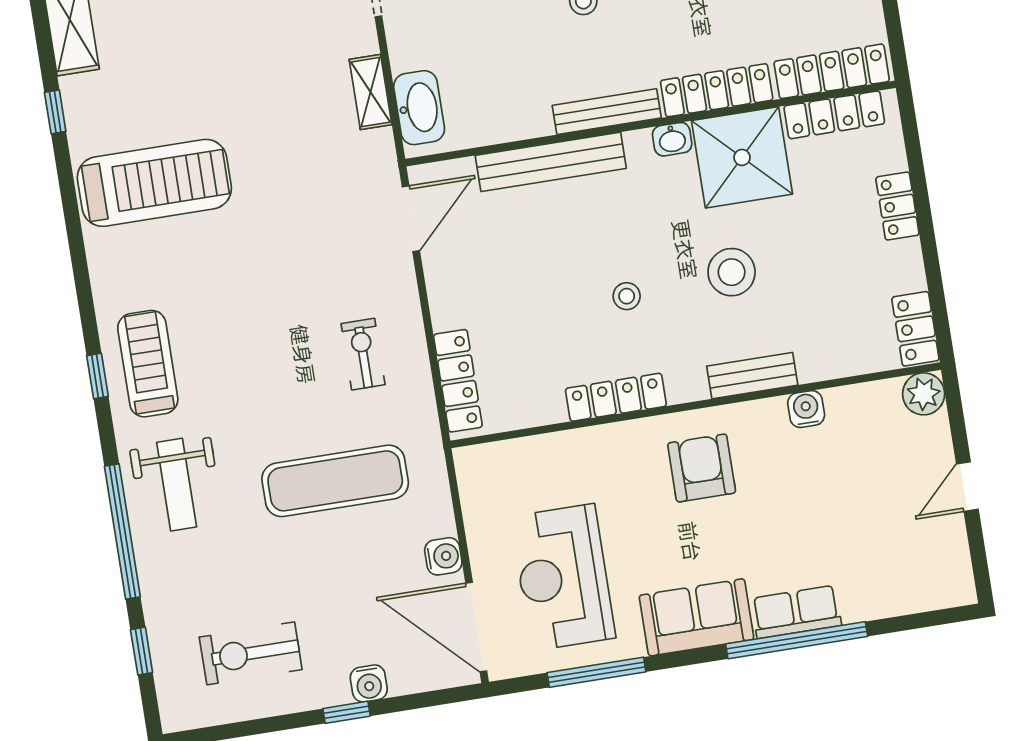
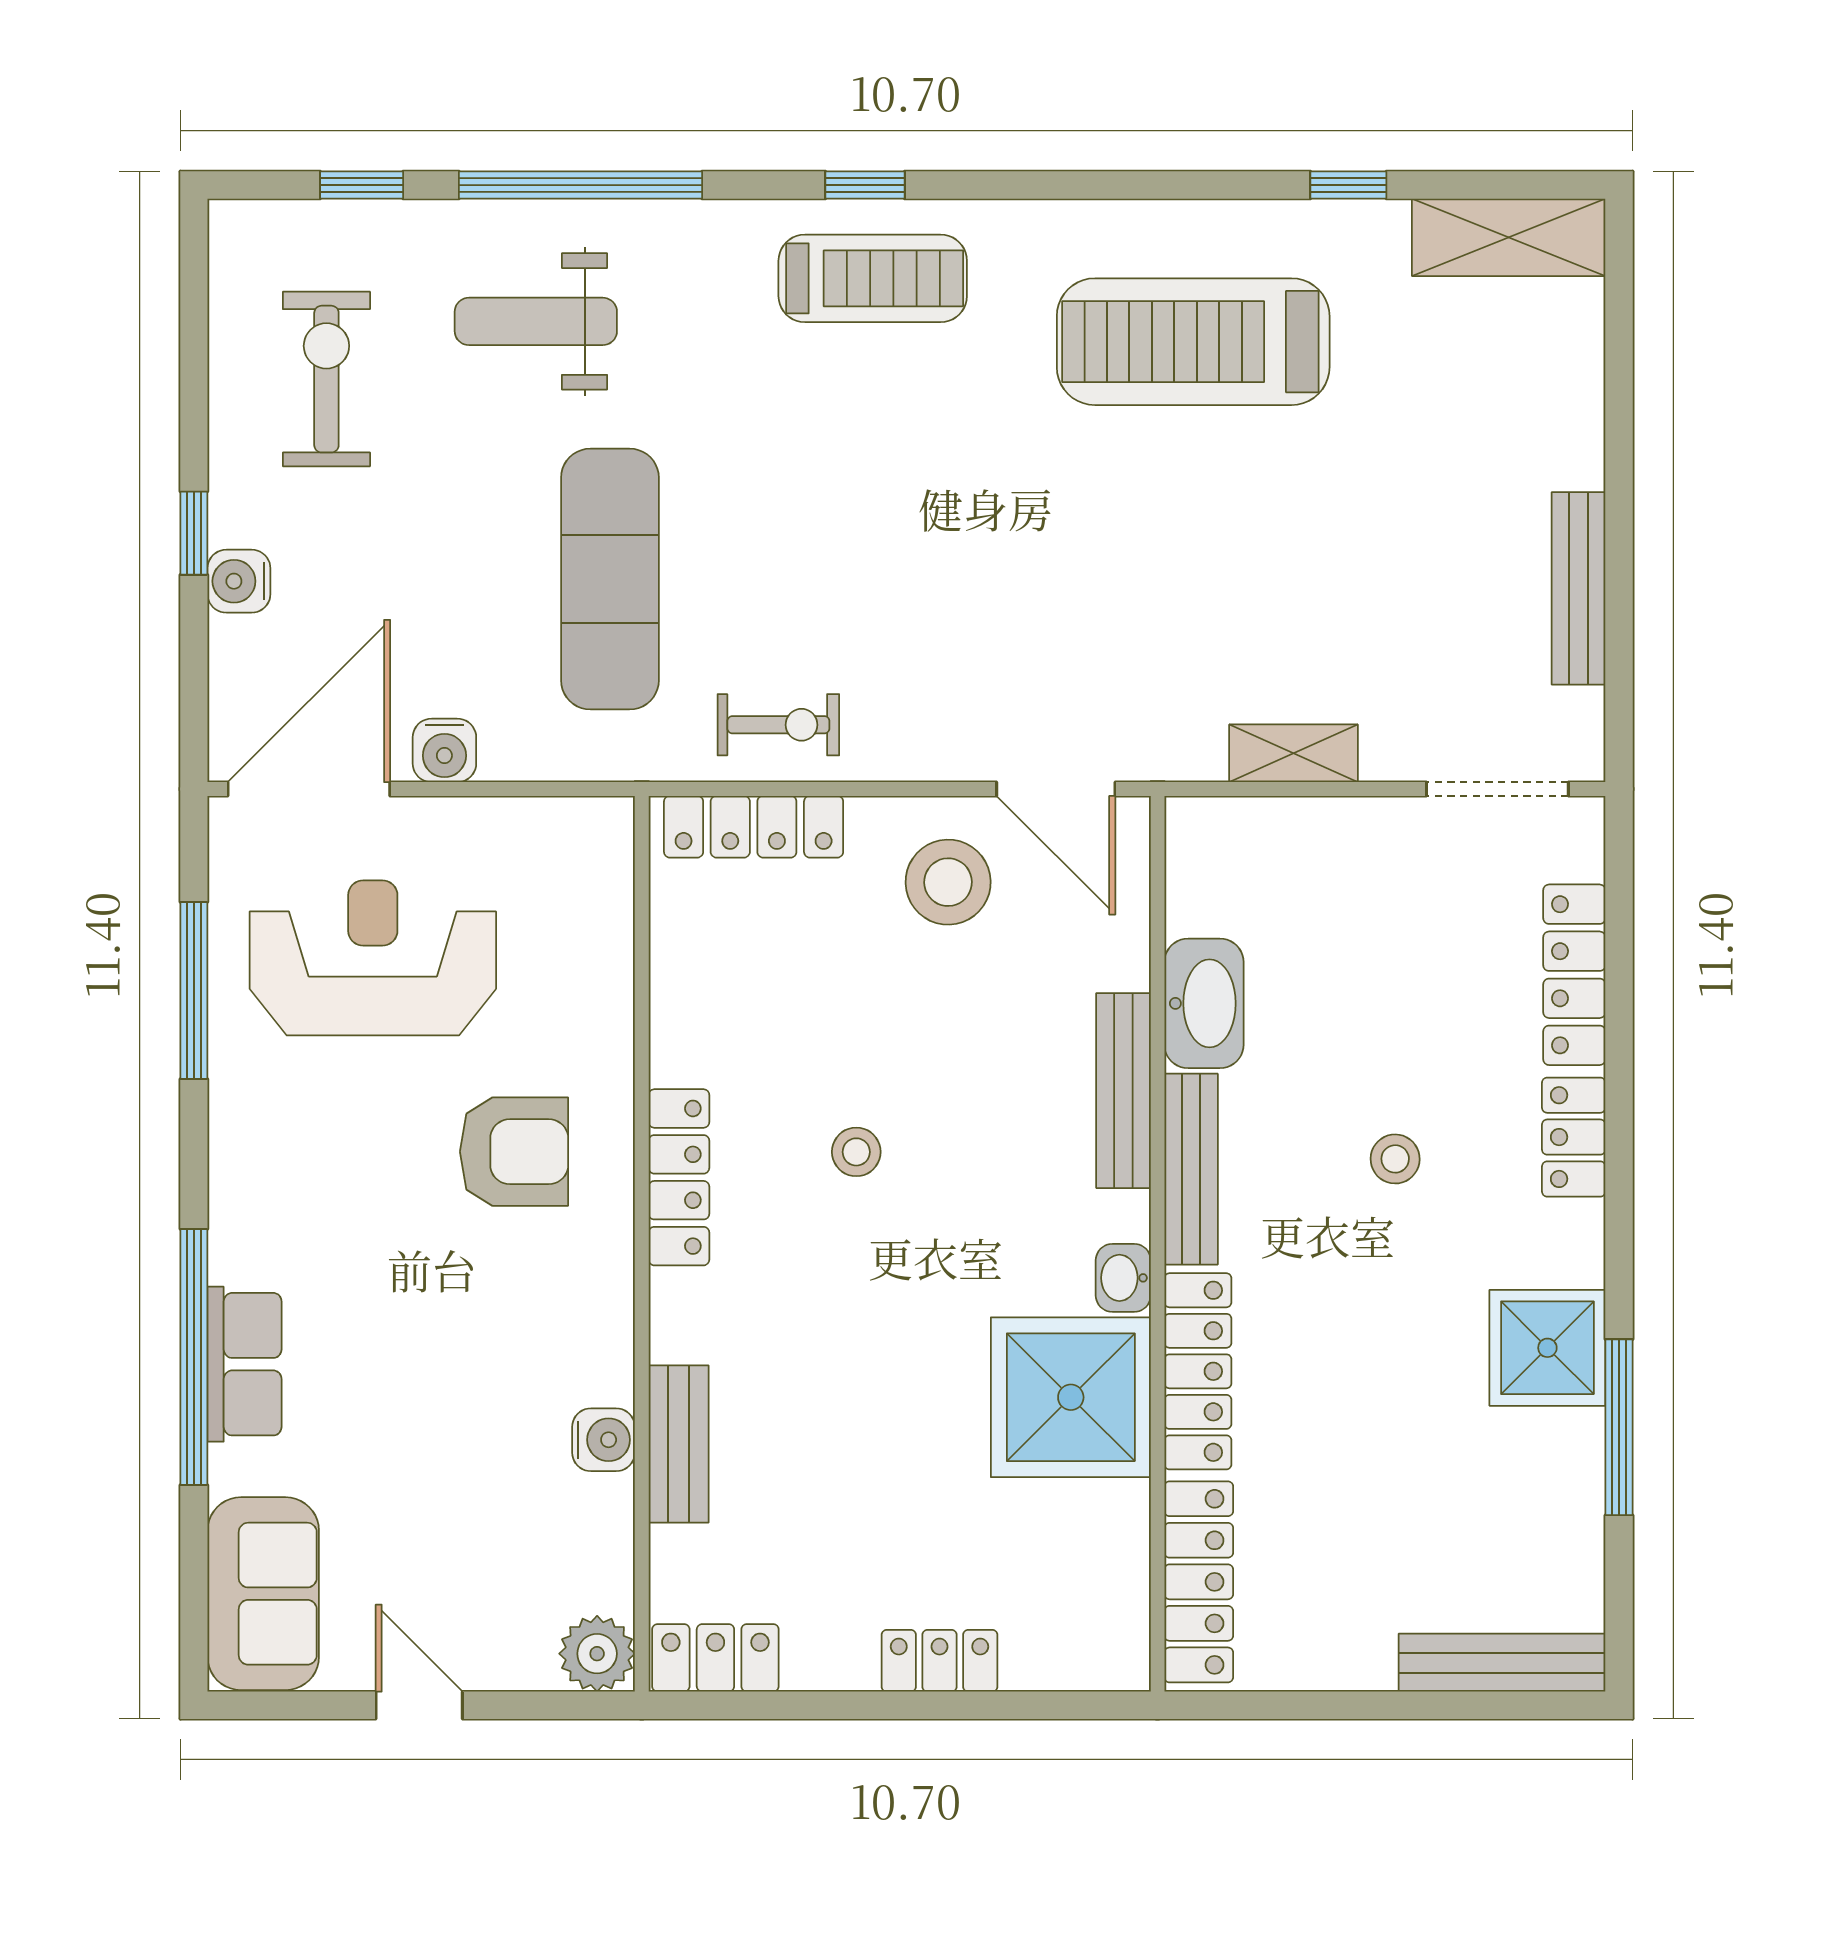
washbasin: (419, 108) -> (1204, 1003), moved, turned -90
locker: (834, 115) -> (1120, 1574), removed
bench: (551, 162) -> (1123, 1091), width x0.73, depth x0.82
treadmill: (154, 183) -> (1193, 342), turned 90
stool: (732, 272) -> (948, 882), moved
exercise bike: (363, 354) -> (778, 725), moved
bench: (752, 376) -> (679, 1444), moved
locker: (616, 397) -> (679, 1177), moved
armchair: (702, 468) -> (514, 1152), moved
weight bench: (177, 485) -> (536, 321), moved
sofa: (697, 617) -> (263, 1594), moved

